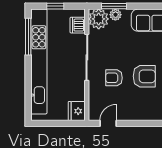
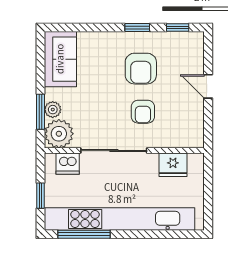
armchair: (144, 76) -> (141, 69), turned 180
fridge: (77, 111) -> (173, 165), moved
door: (108, 123) -> (208, 86), moved

